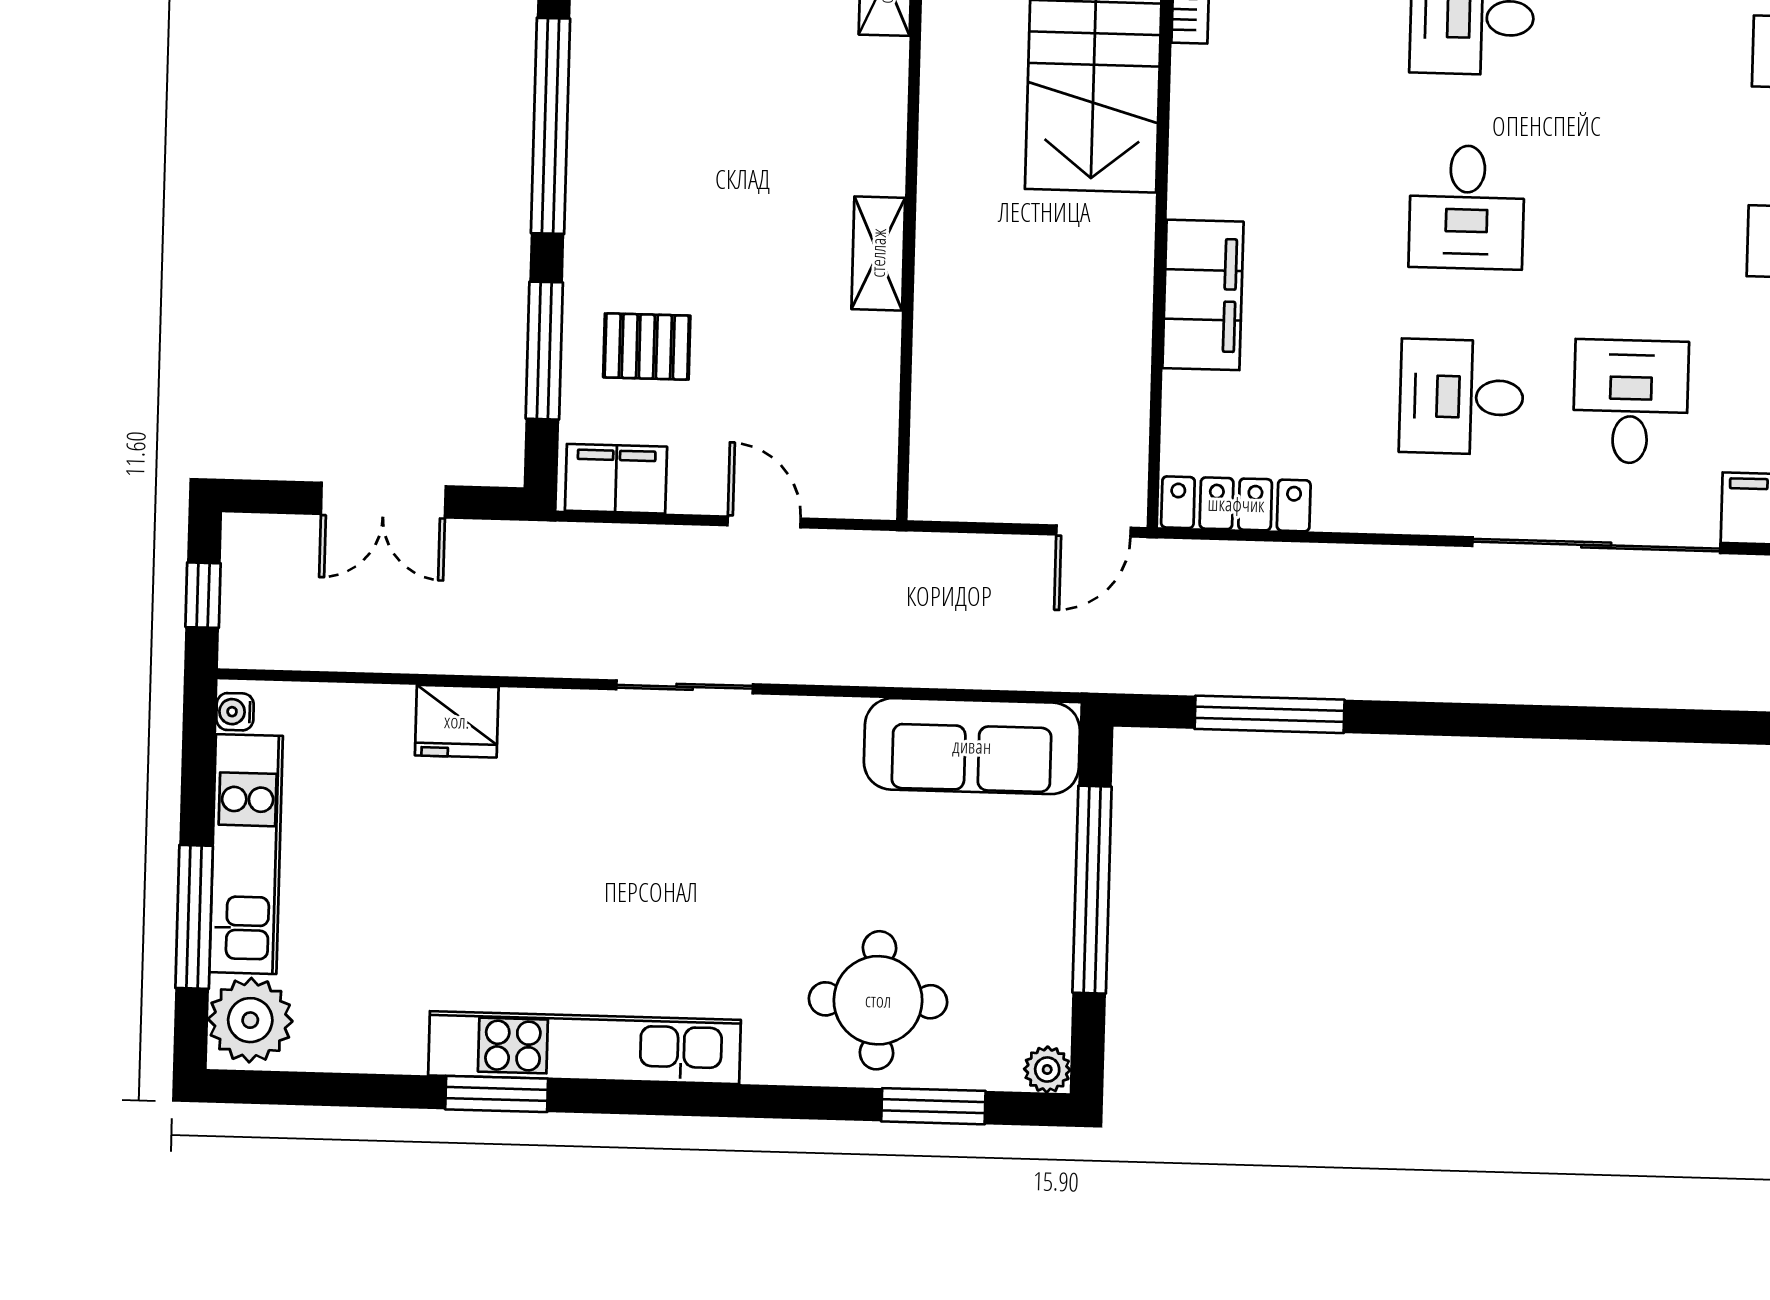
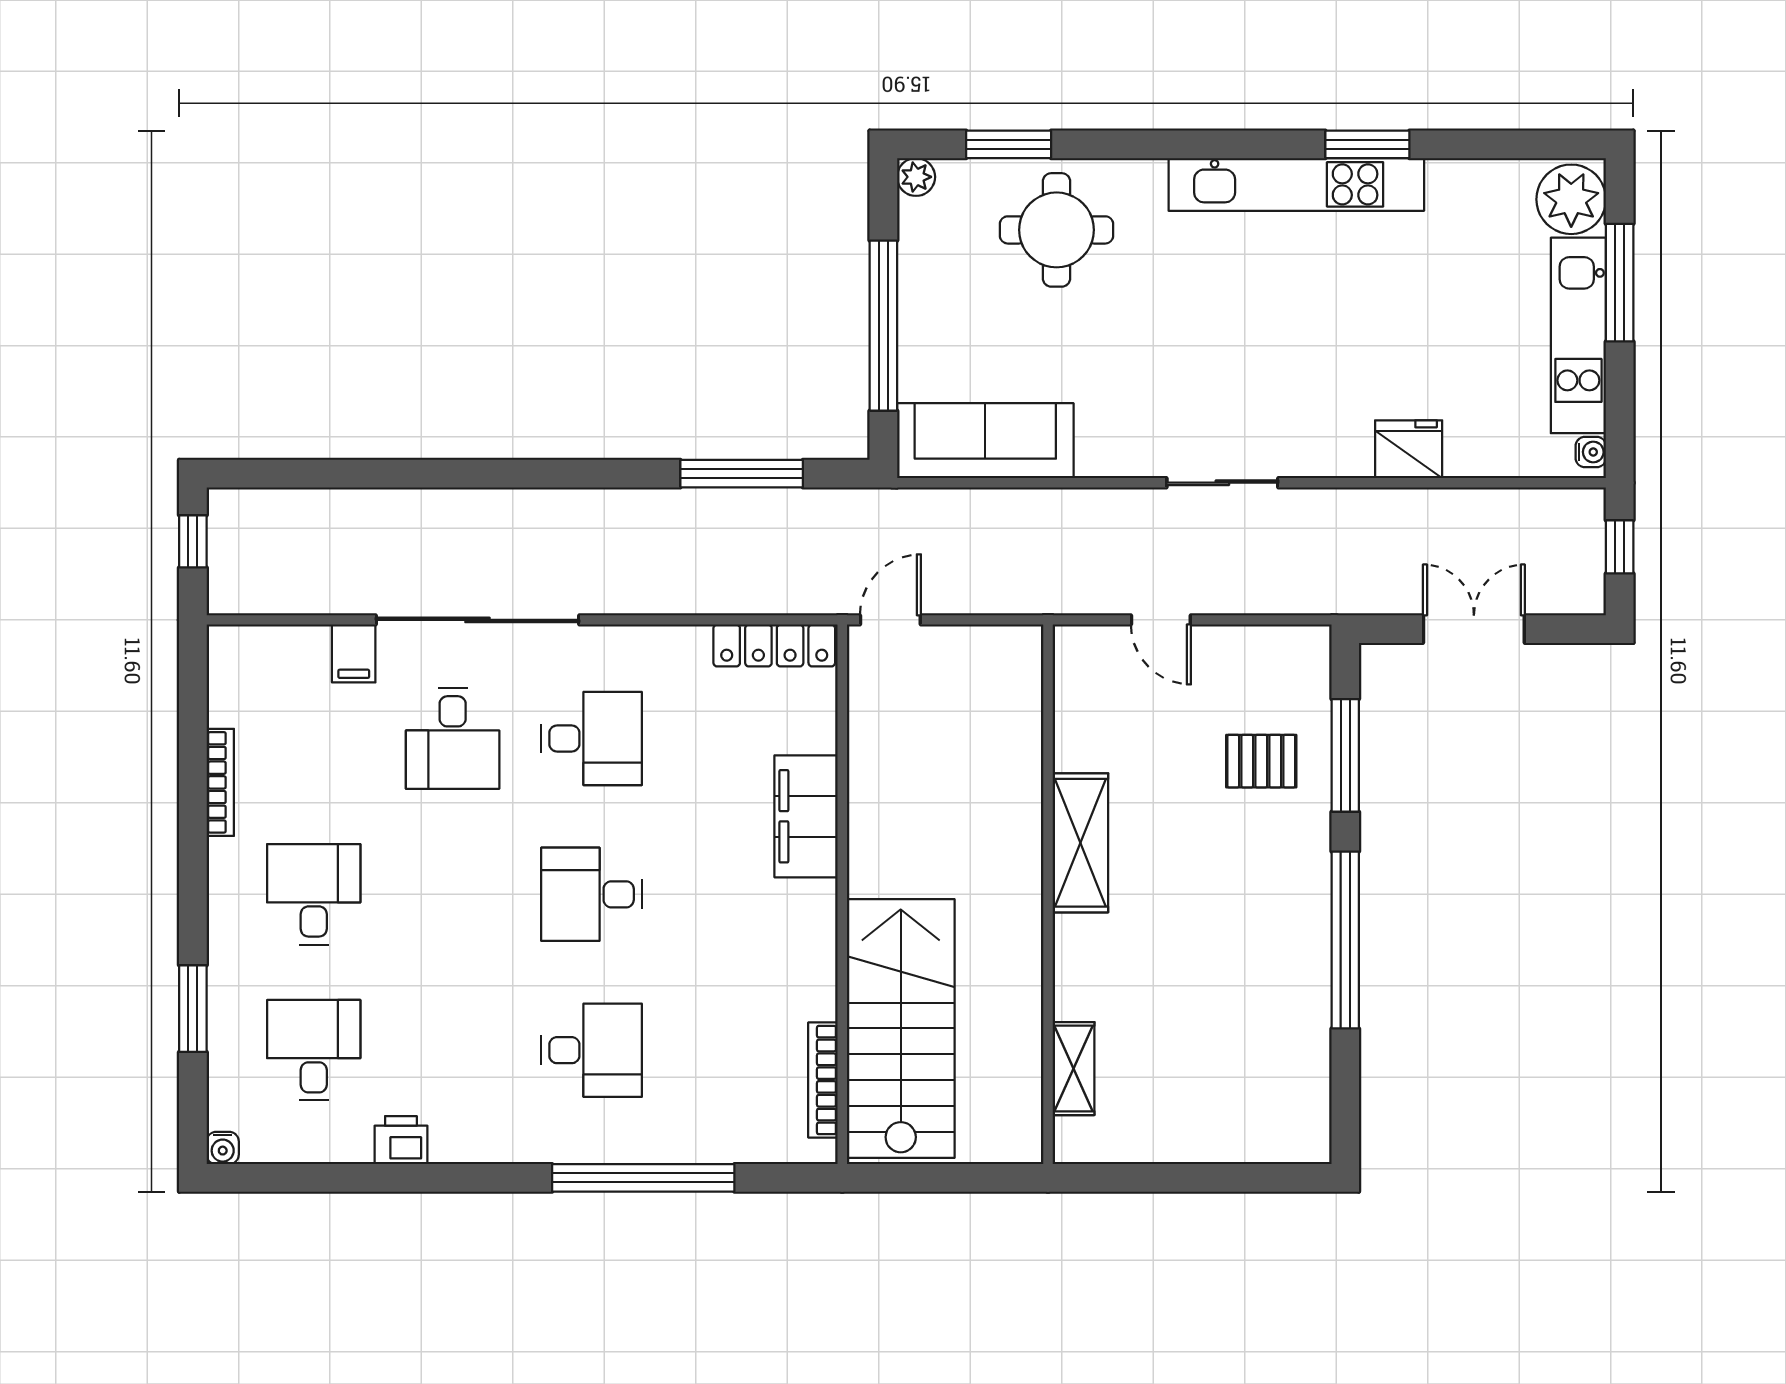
desk: (1467, 207) -> (592, 894), turned -90
shelving: (878, 253) -> (1080, 843), width x1.50, depth x1.33
filing cabinet: (616, 479) -> (1283, 652), removed

